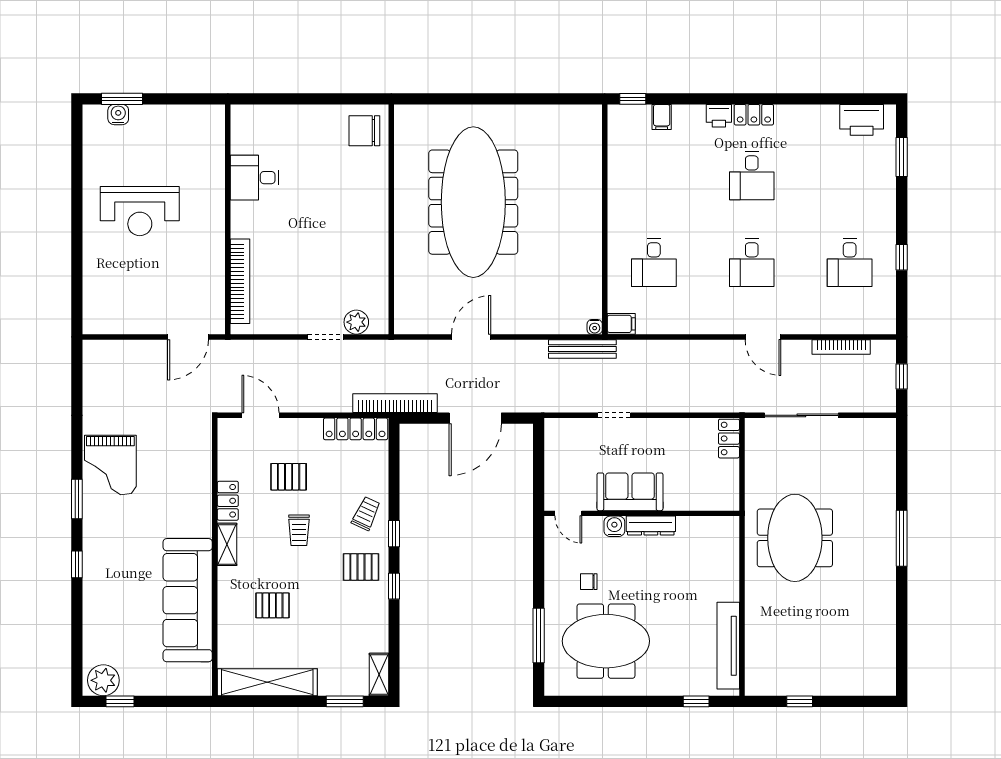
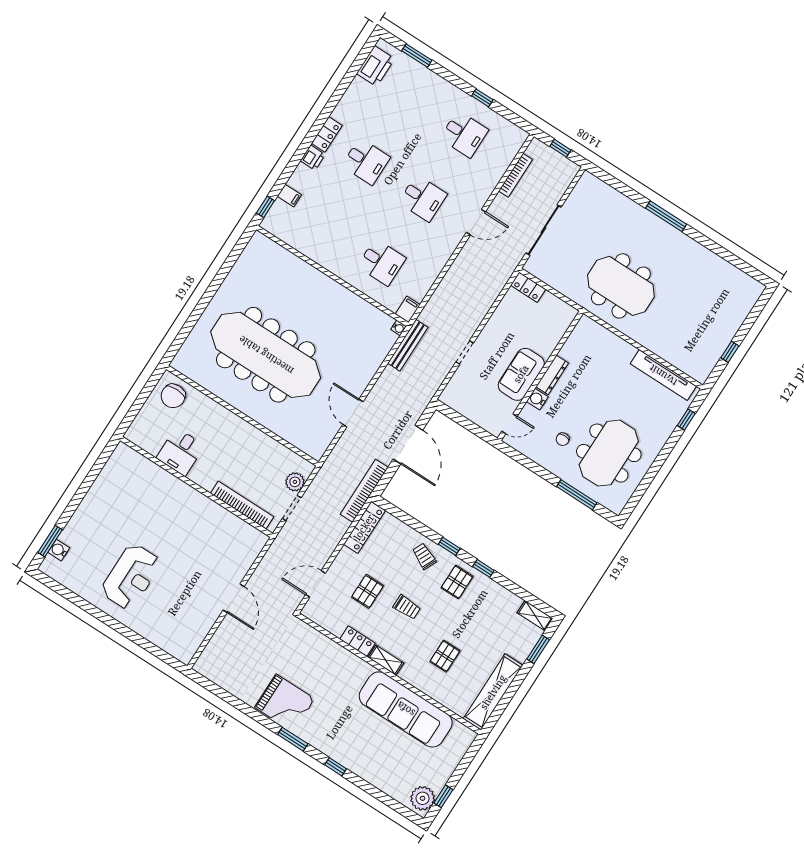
desk: (255, 178) -> (180, 452), moved
wall: (228, 219) -> (196, 487), moved
bookcase: (240, 281) -> (242, 505), moved

